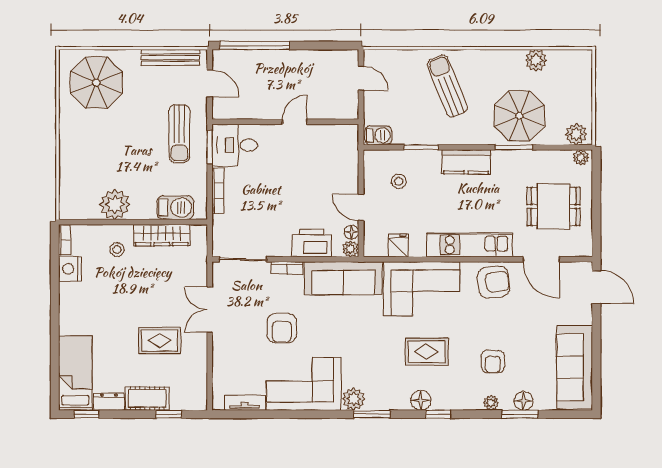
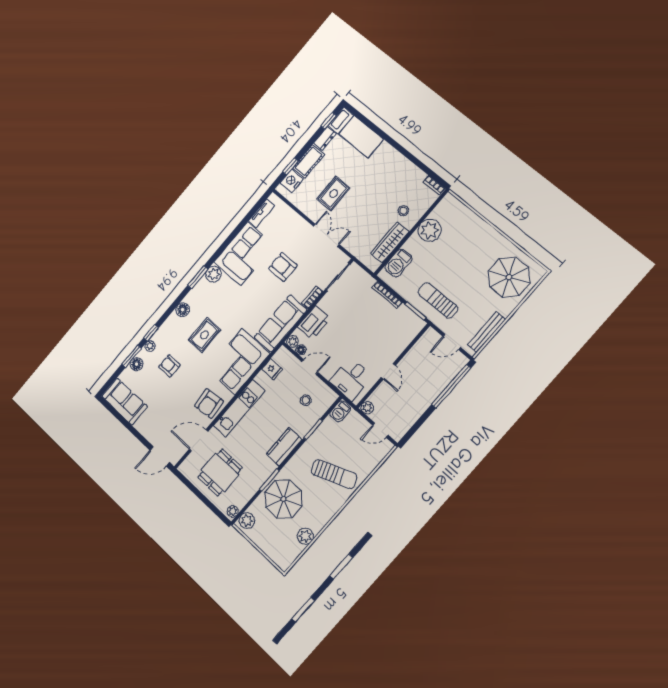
plant: (350, 111) -> (367, 408), added
desk: (235, 145) -> (351, 379), moved, turned 180
nightstand: (70, 269) -> (292, 181), moved, turned -90
sofa: (575, 367) -> (125, 402), width x0.73
window: (438, 414) -> (151, 333), moved

